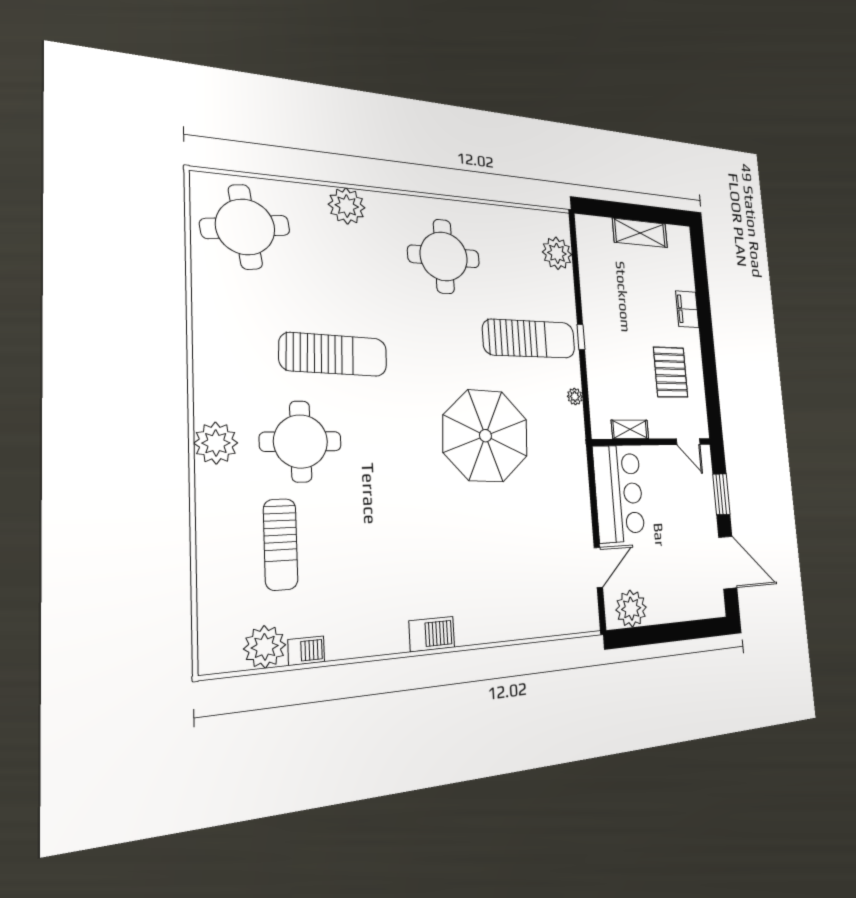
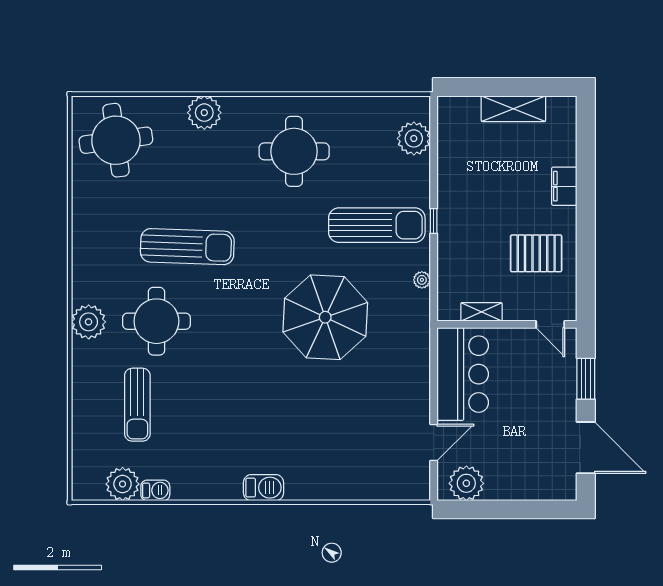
pallet: (671, 372) -> (536, 253), turned 90

